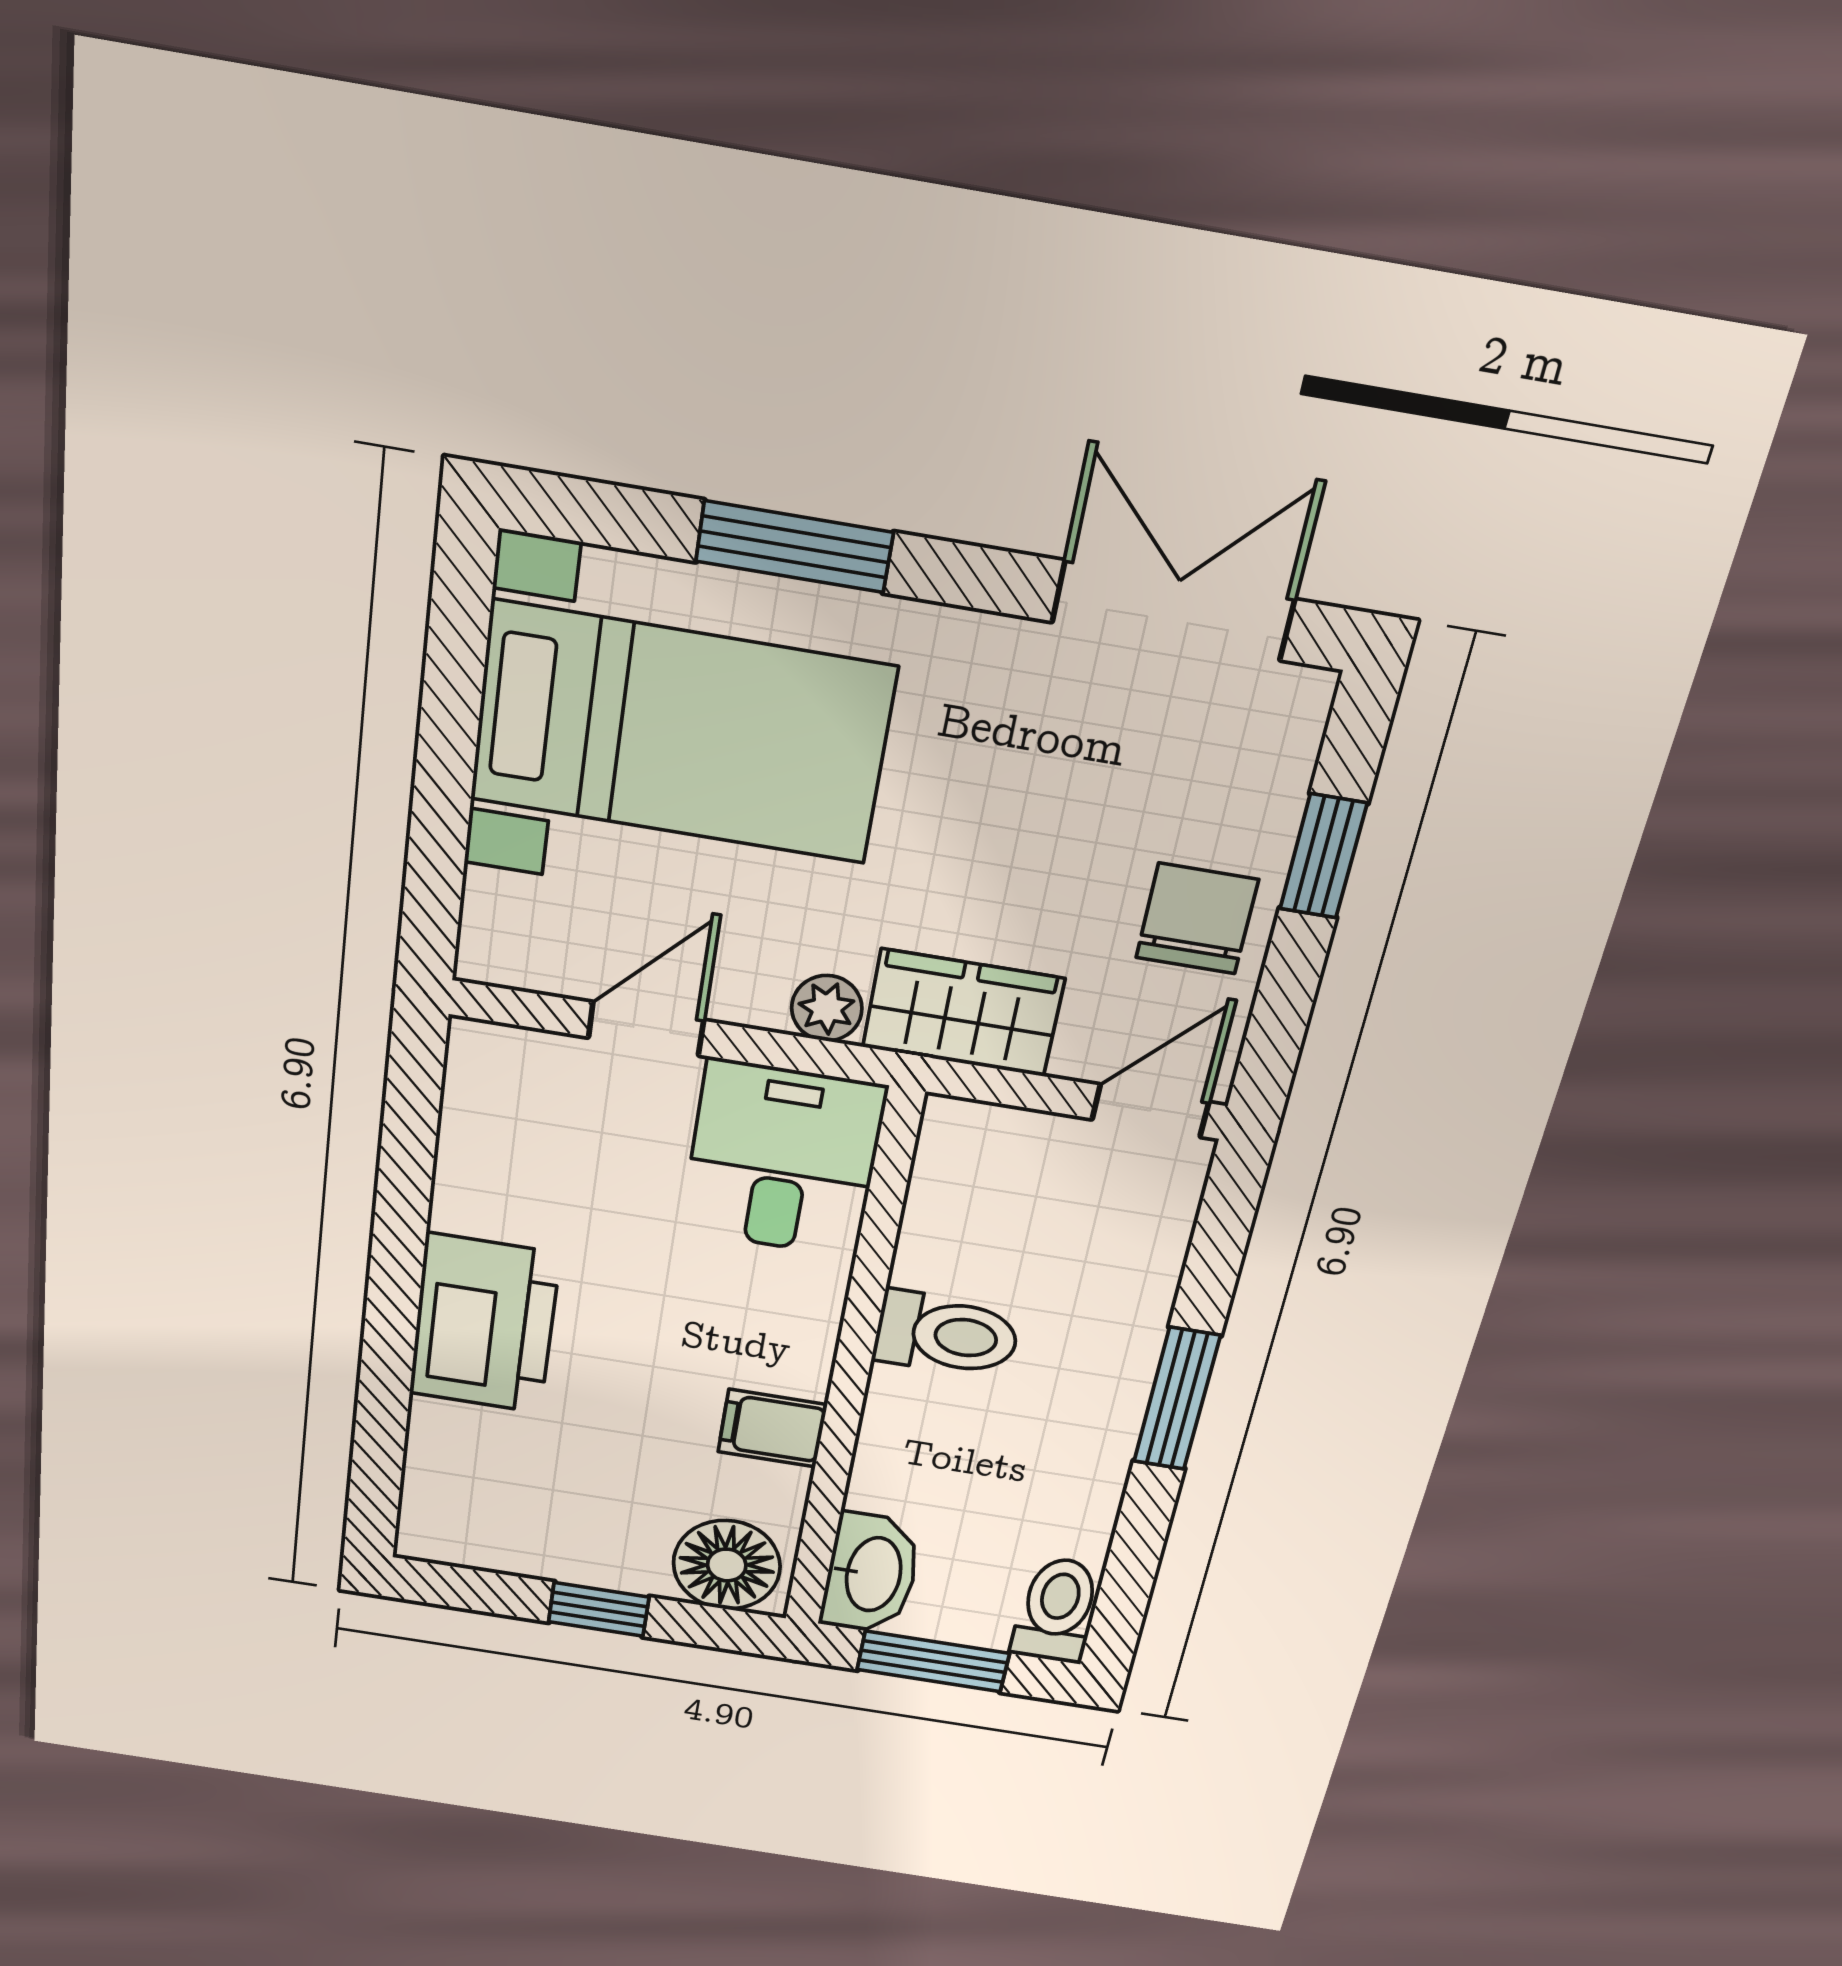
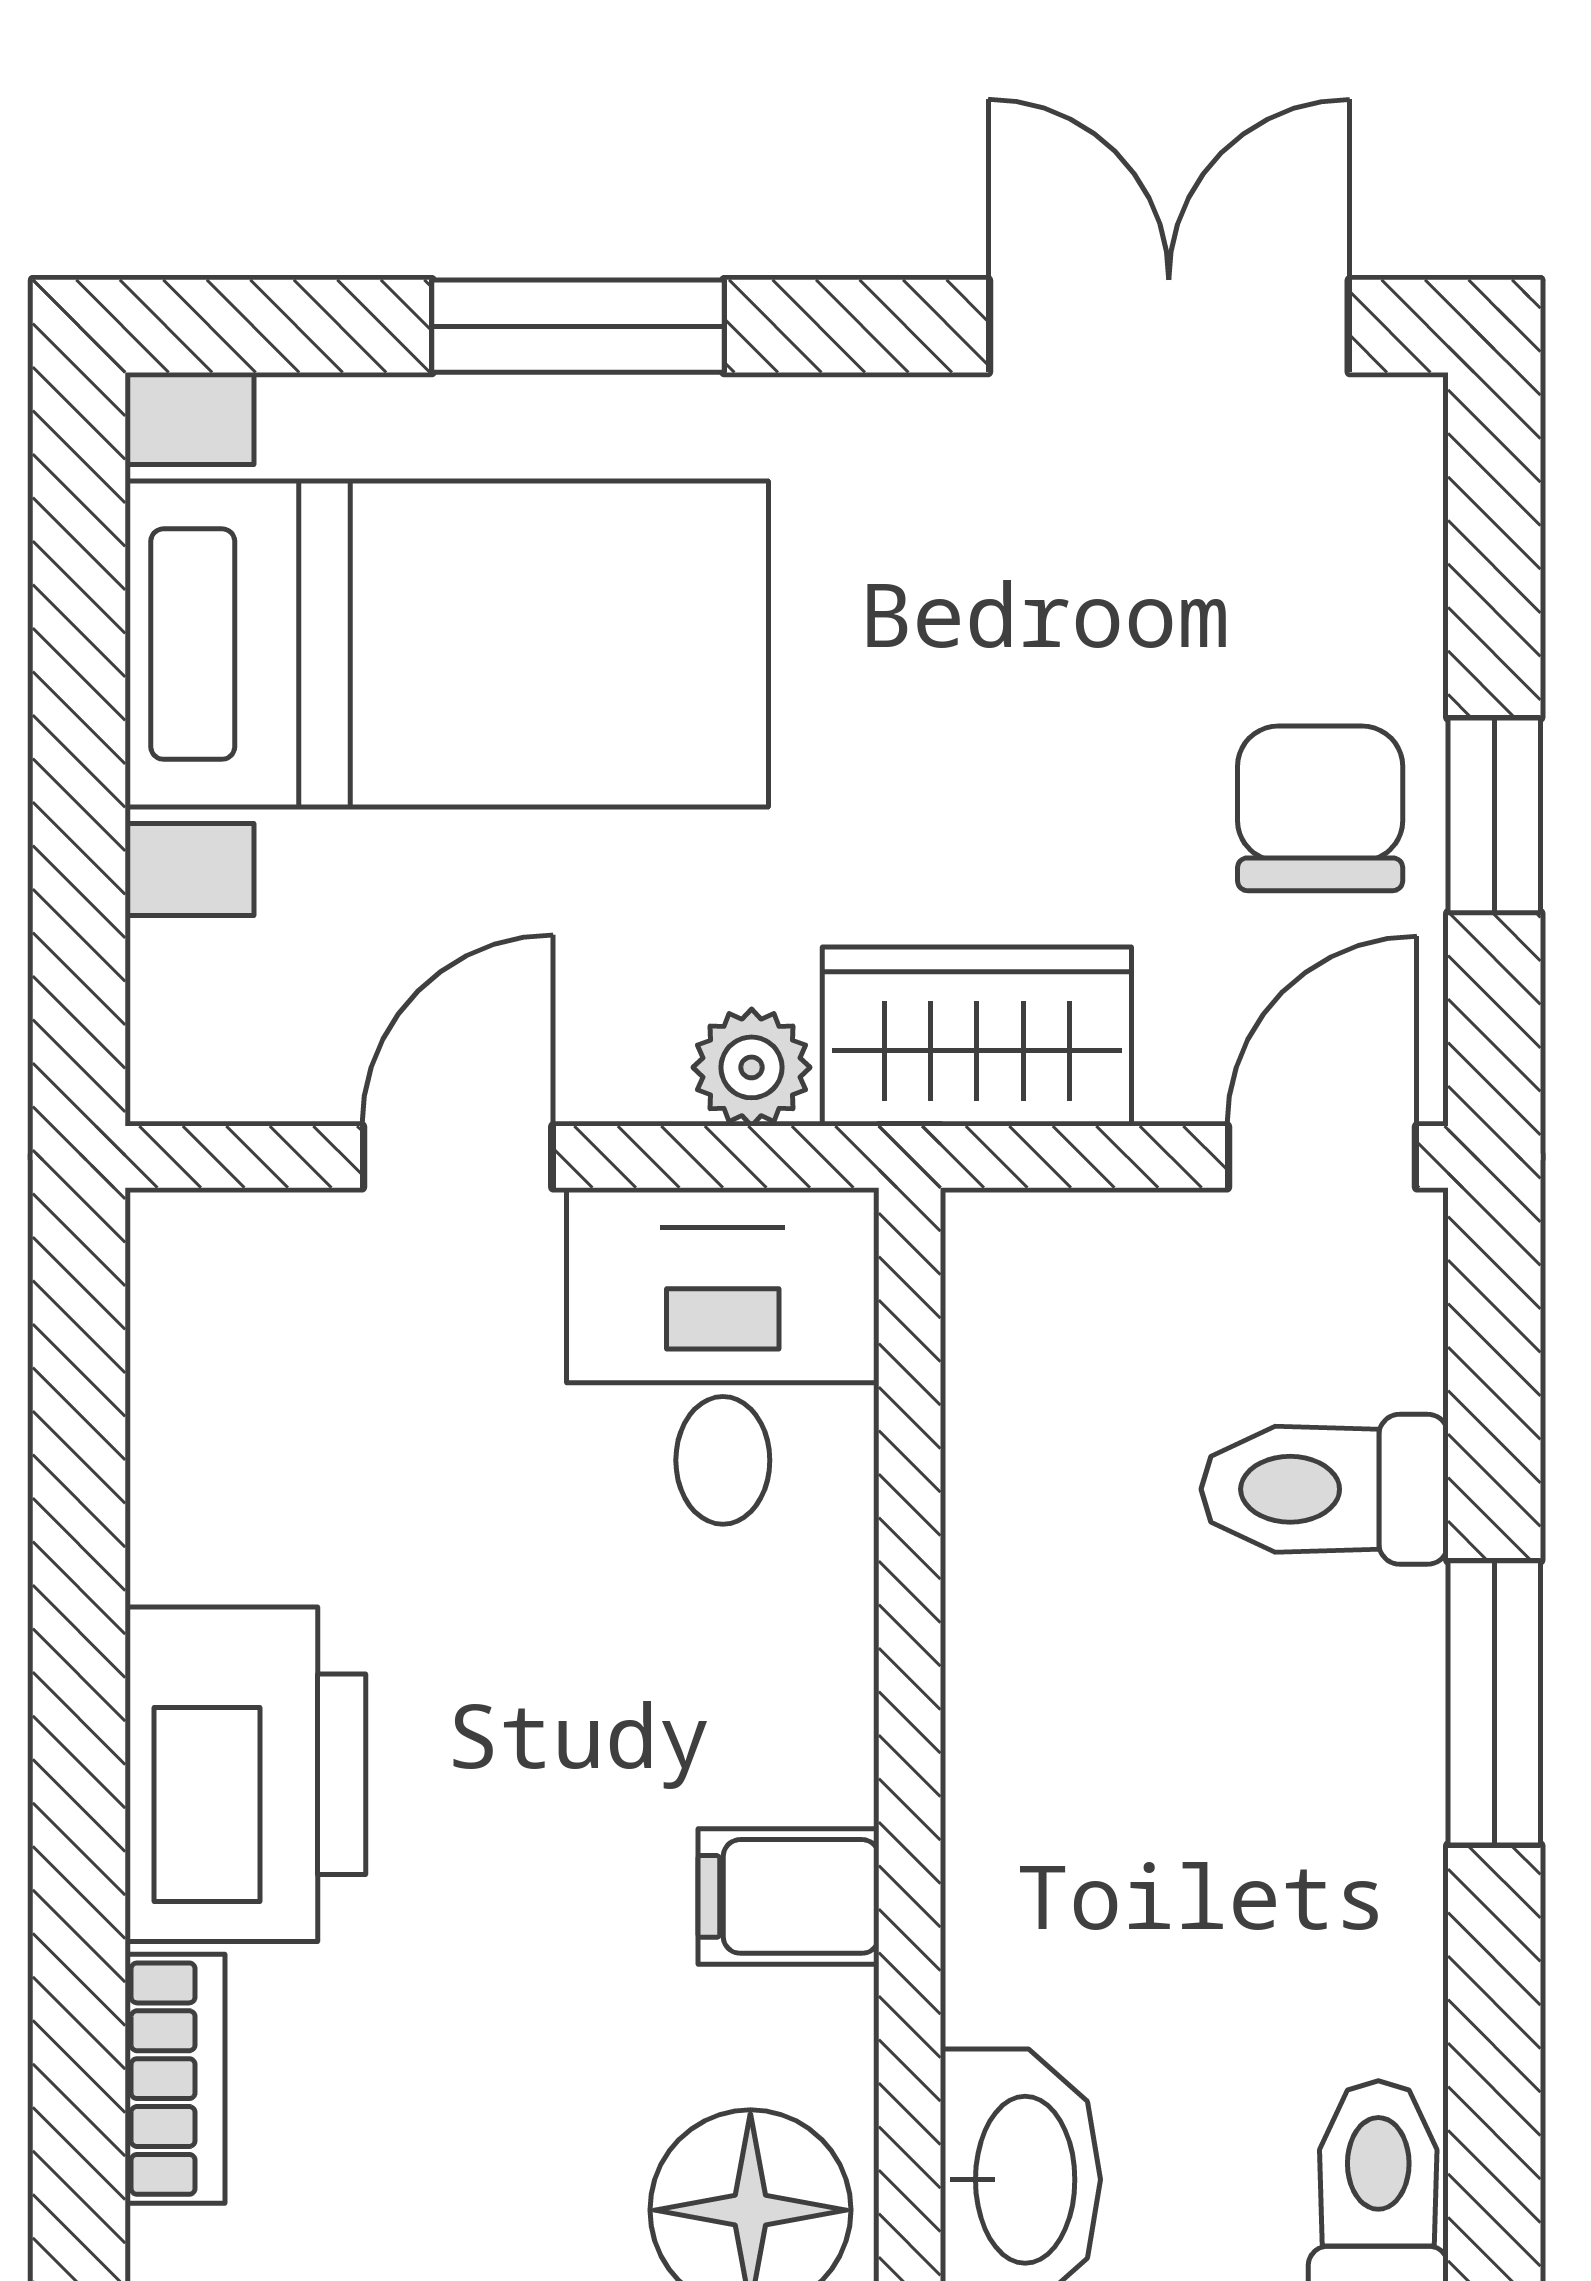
window: (1323, 856) -> (1494, 815), moved
toilet: (947, 1335) -> (1325, 1489), moved, turned 180
bookcase: (430, 1459) -> (175, 2079), added

